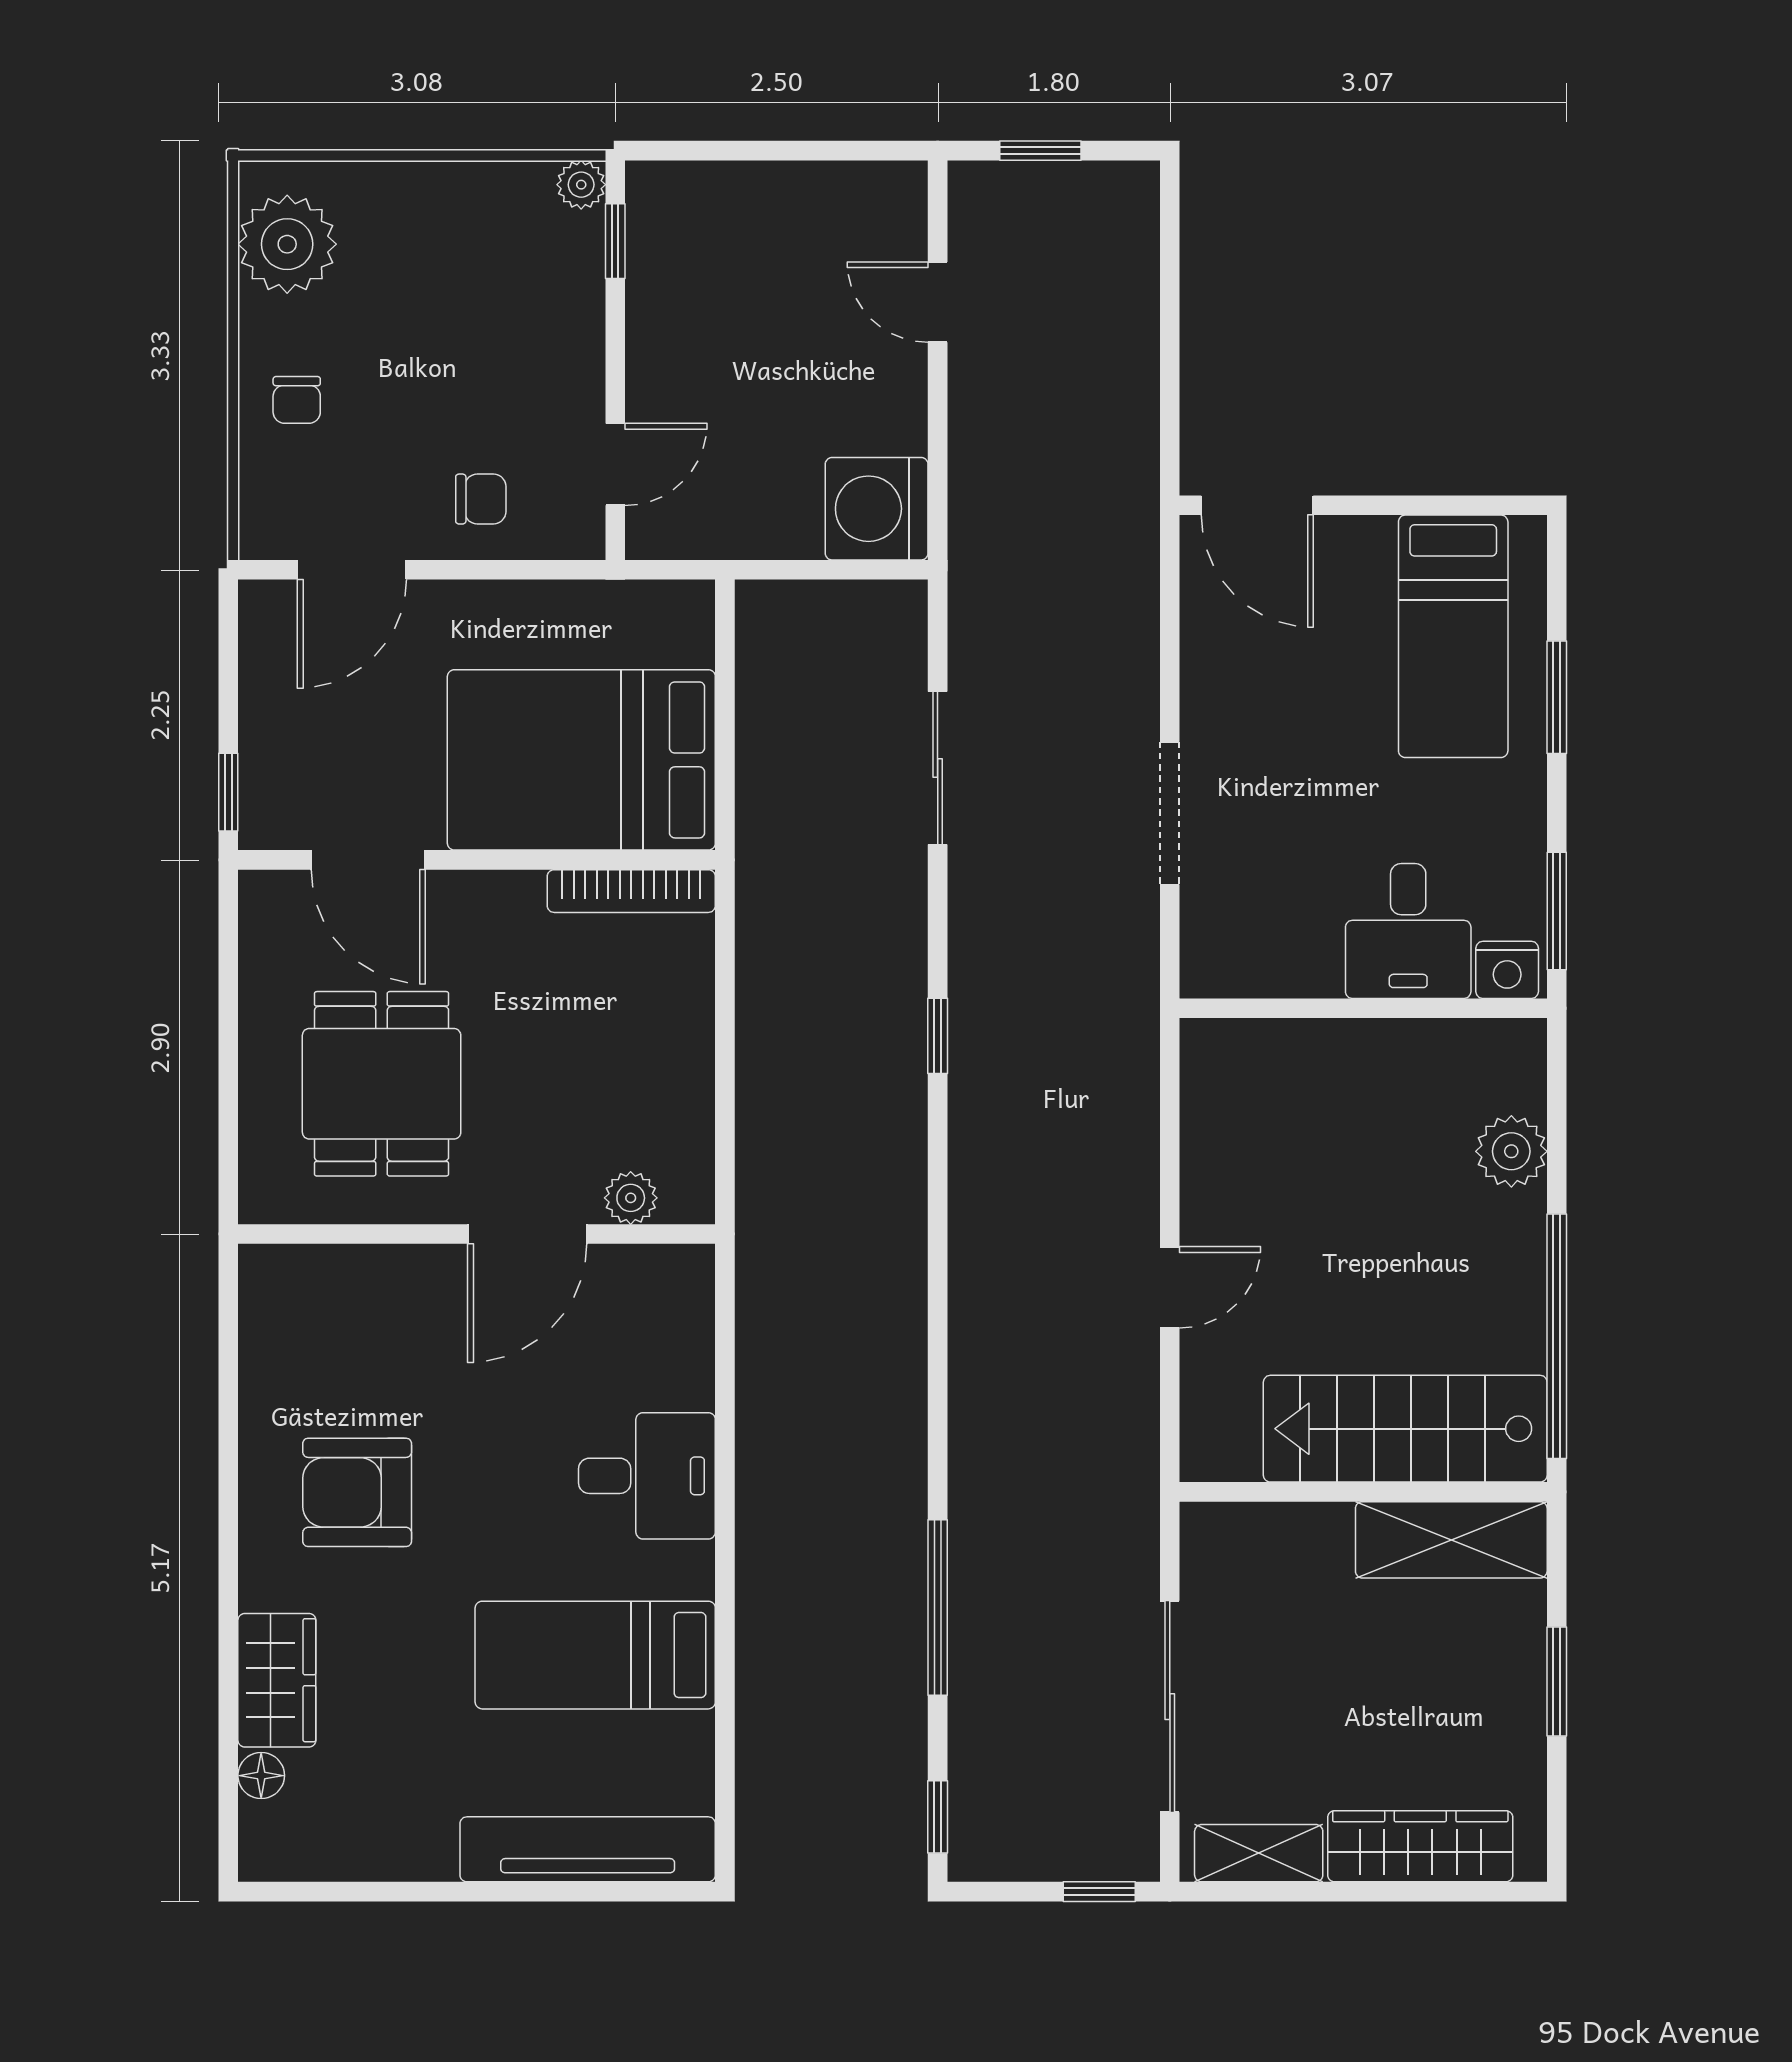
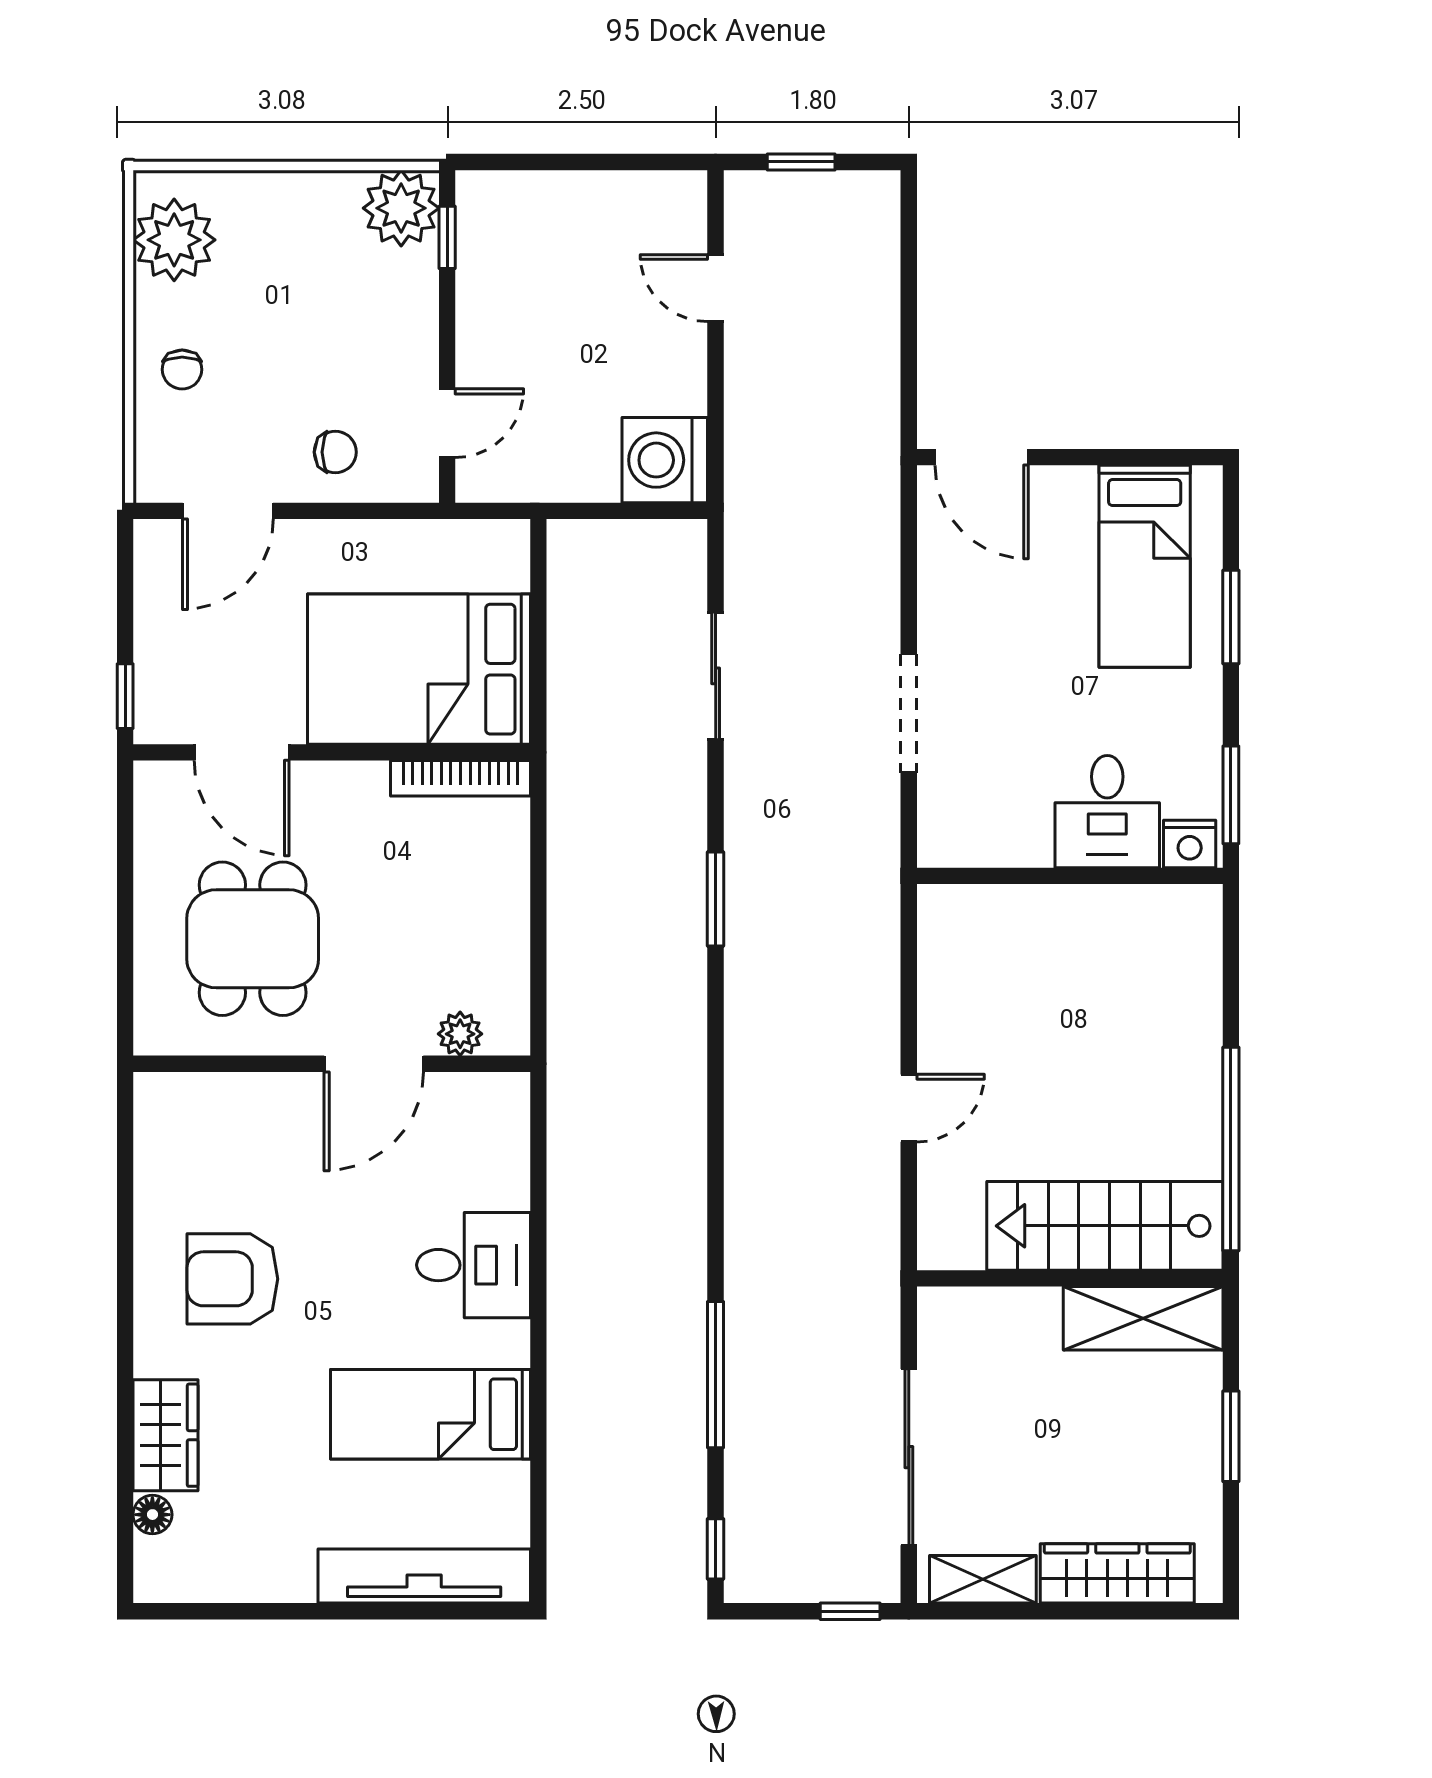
plant: (581, 185) -> (401, 208), width x1.87, depth x1.87
window: (938, 1036) -> (716, 899), width x1.50
plant: (1511, 1151) -> (1193, 995), removed

